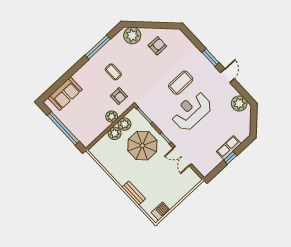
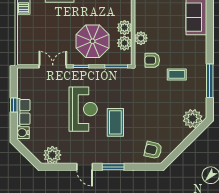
armchair: (157, 46) -> (153, 150), moved, turned 103
water cooler: (242, 136) -> (23, 133), added

